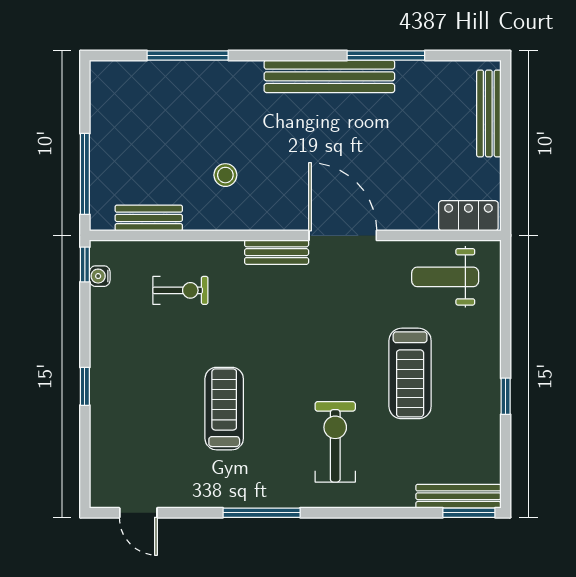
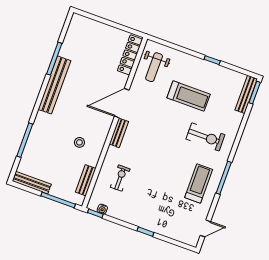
bench: (489, 113) -> (32, 183), moved
locker: (468, 216) -> (130, 55), width x1.53
treadmill: (224, 409) -> (199, 183), moved, turned 90
exercise bike: (335, 442) -> (205, 137), turned 180

